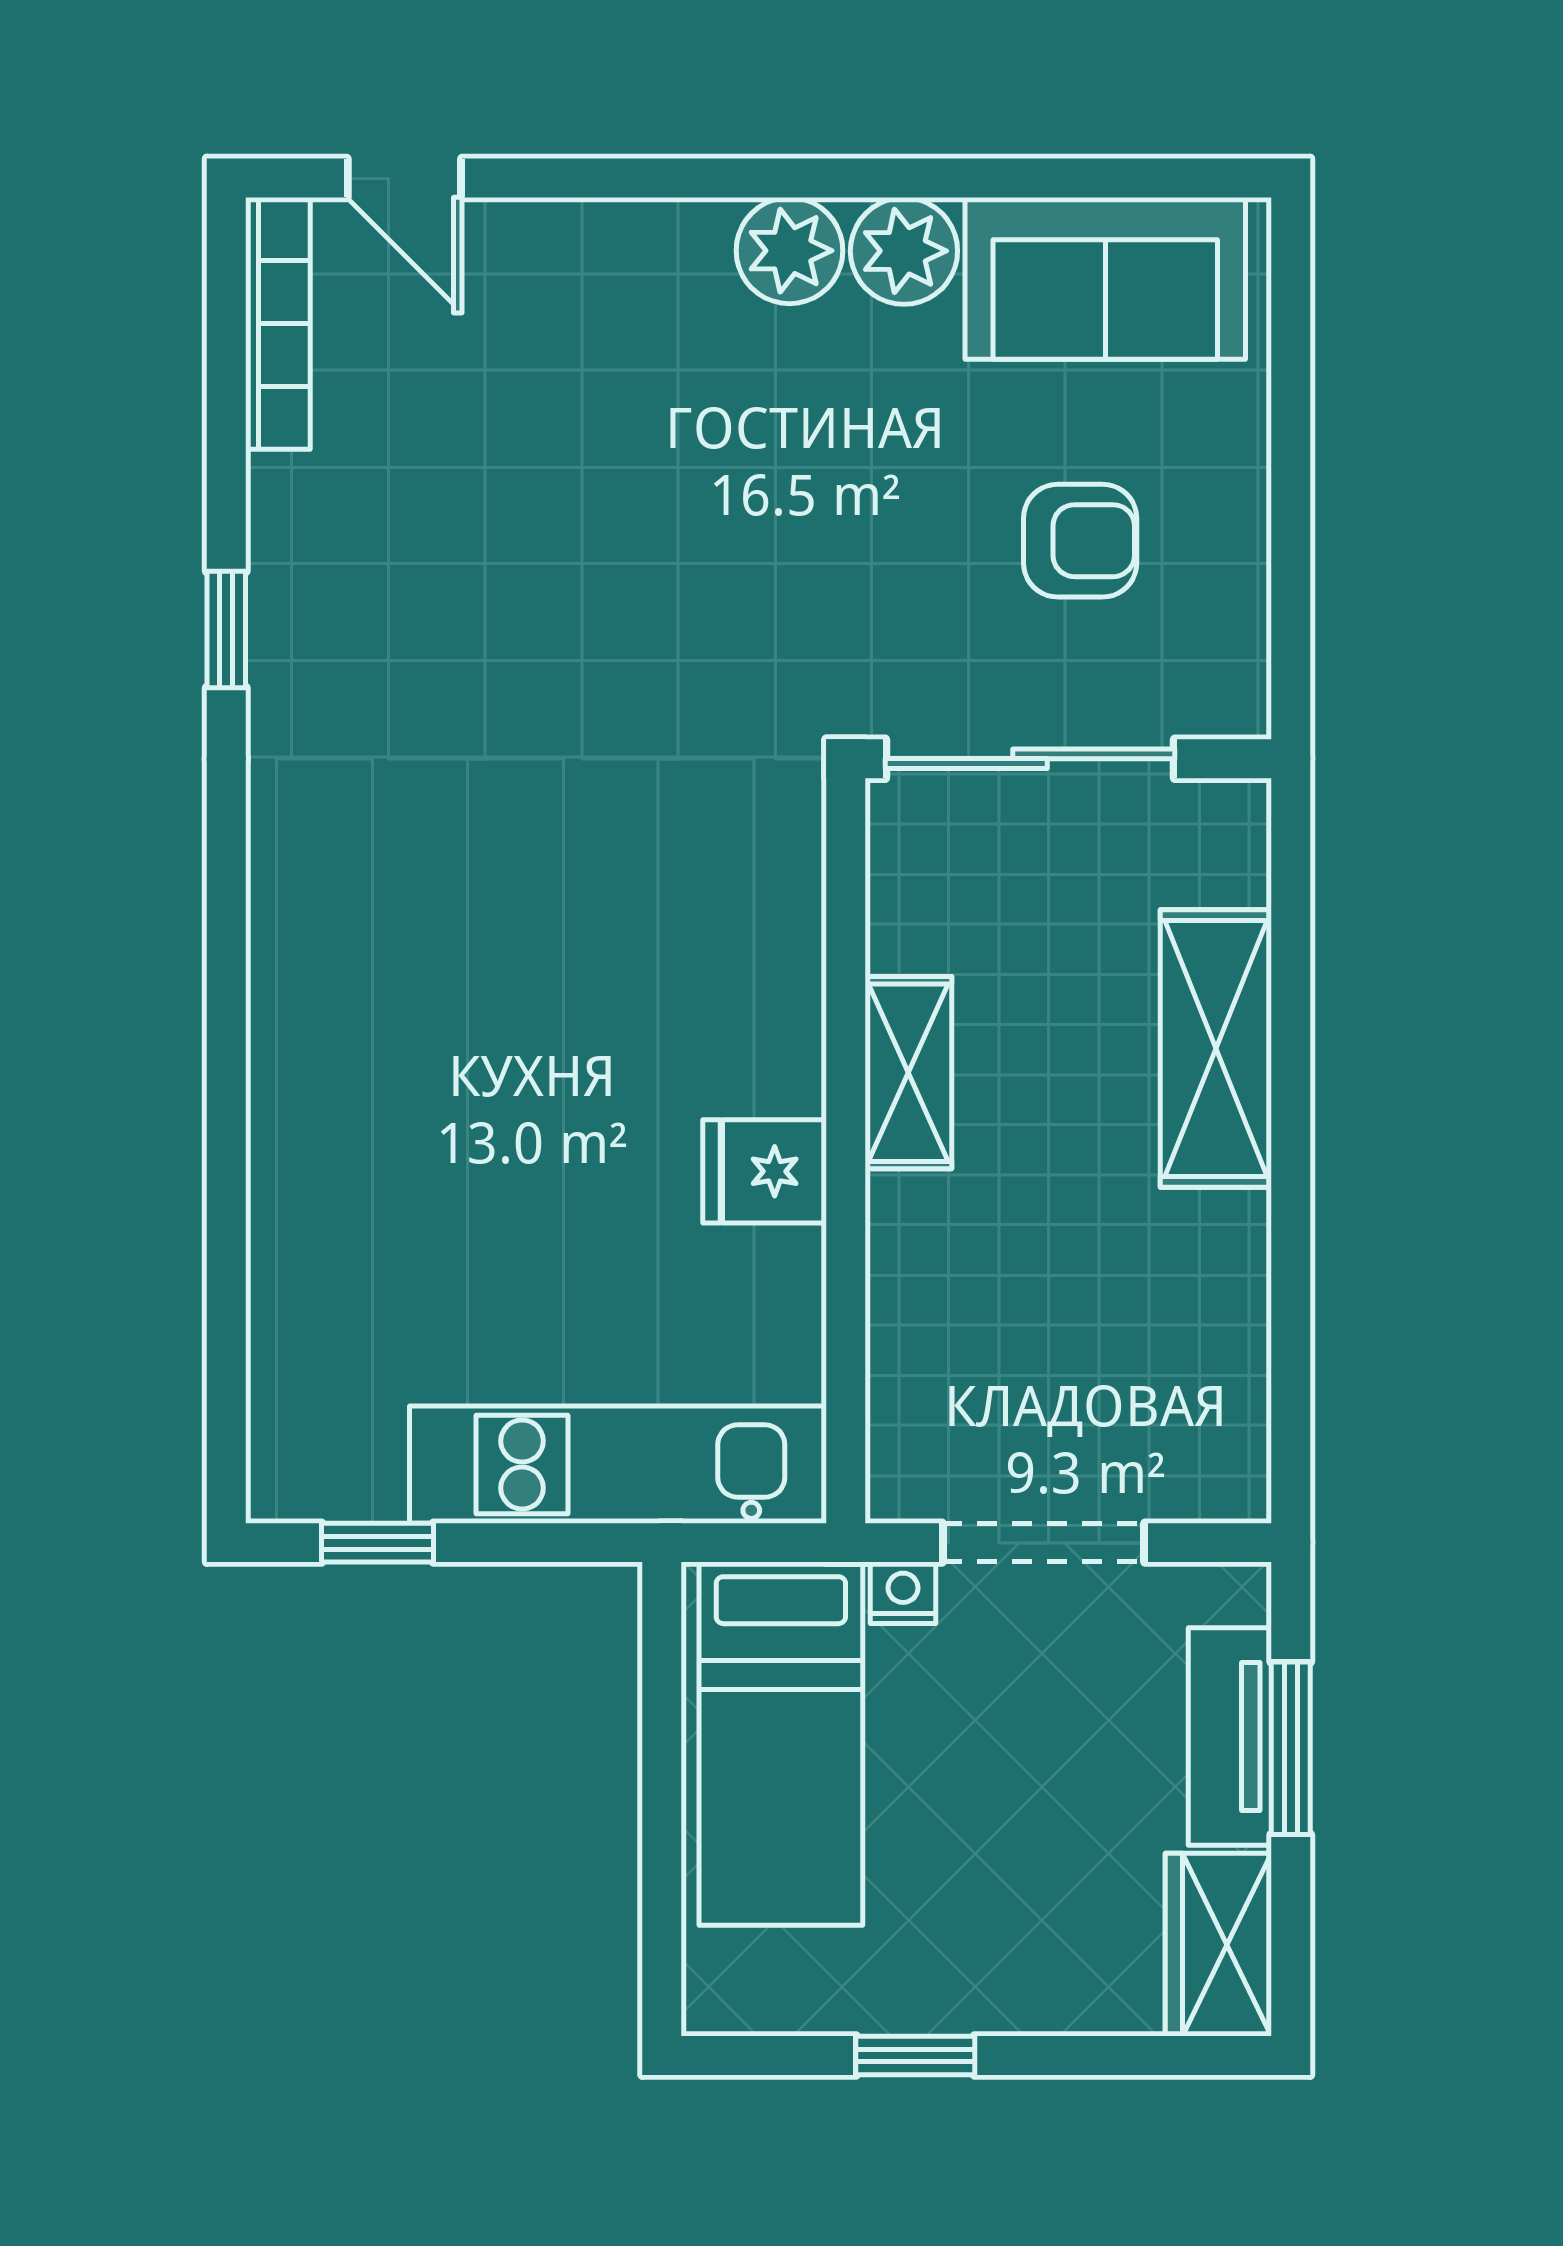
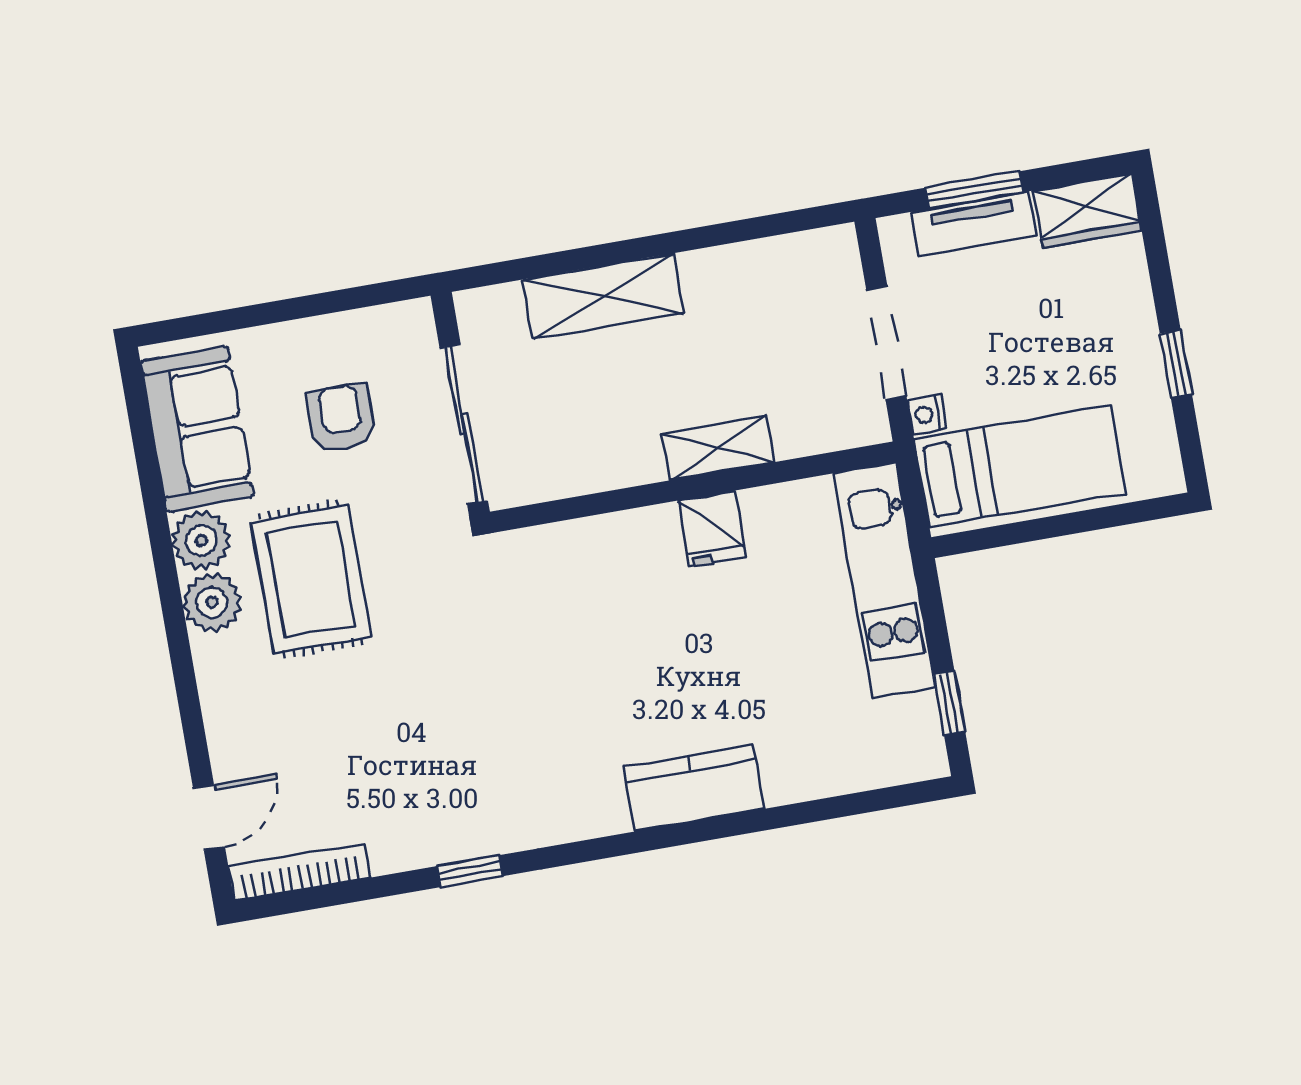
rug: (800, 436) -> (311, 579), added
kitchen counter: (306, 1057) -> (694, 788), added
shelving: (908, 1073) -> (718, 448), moved

